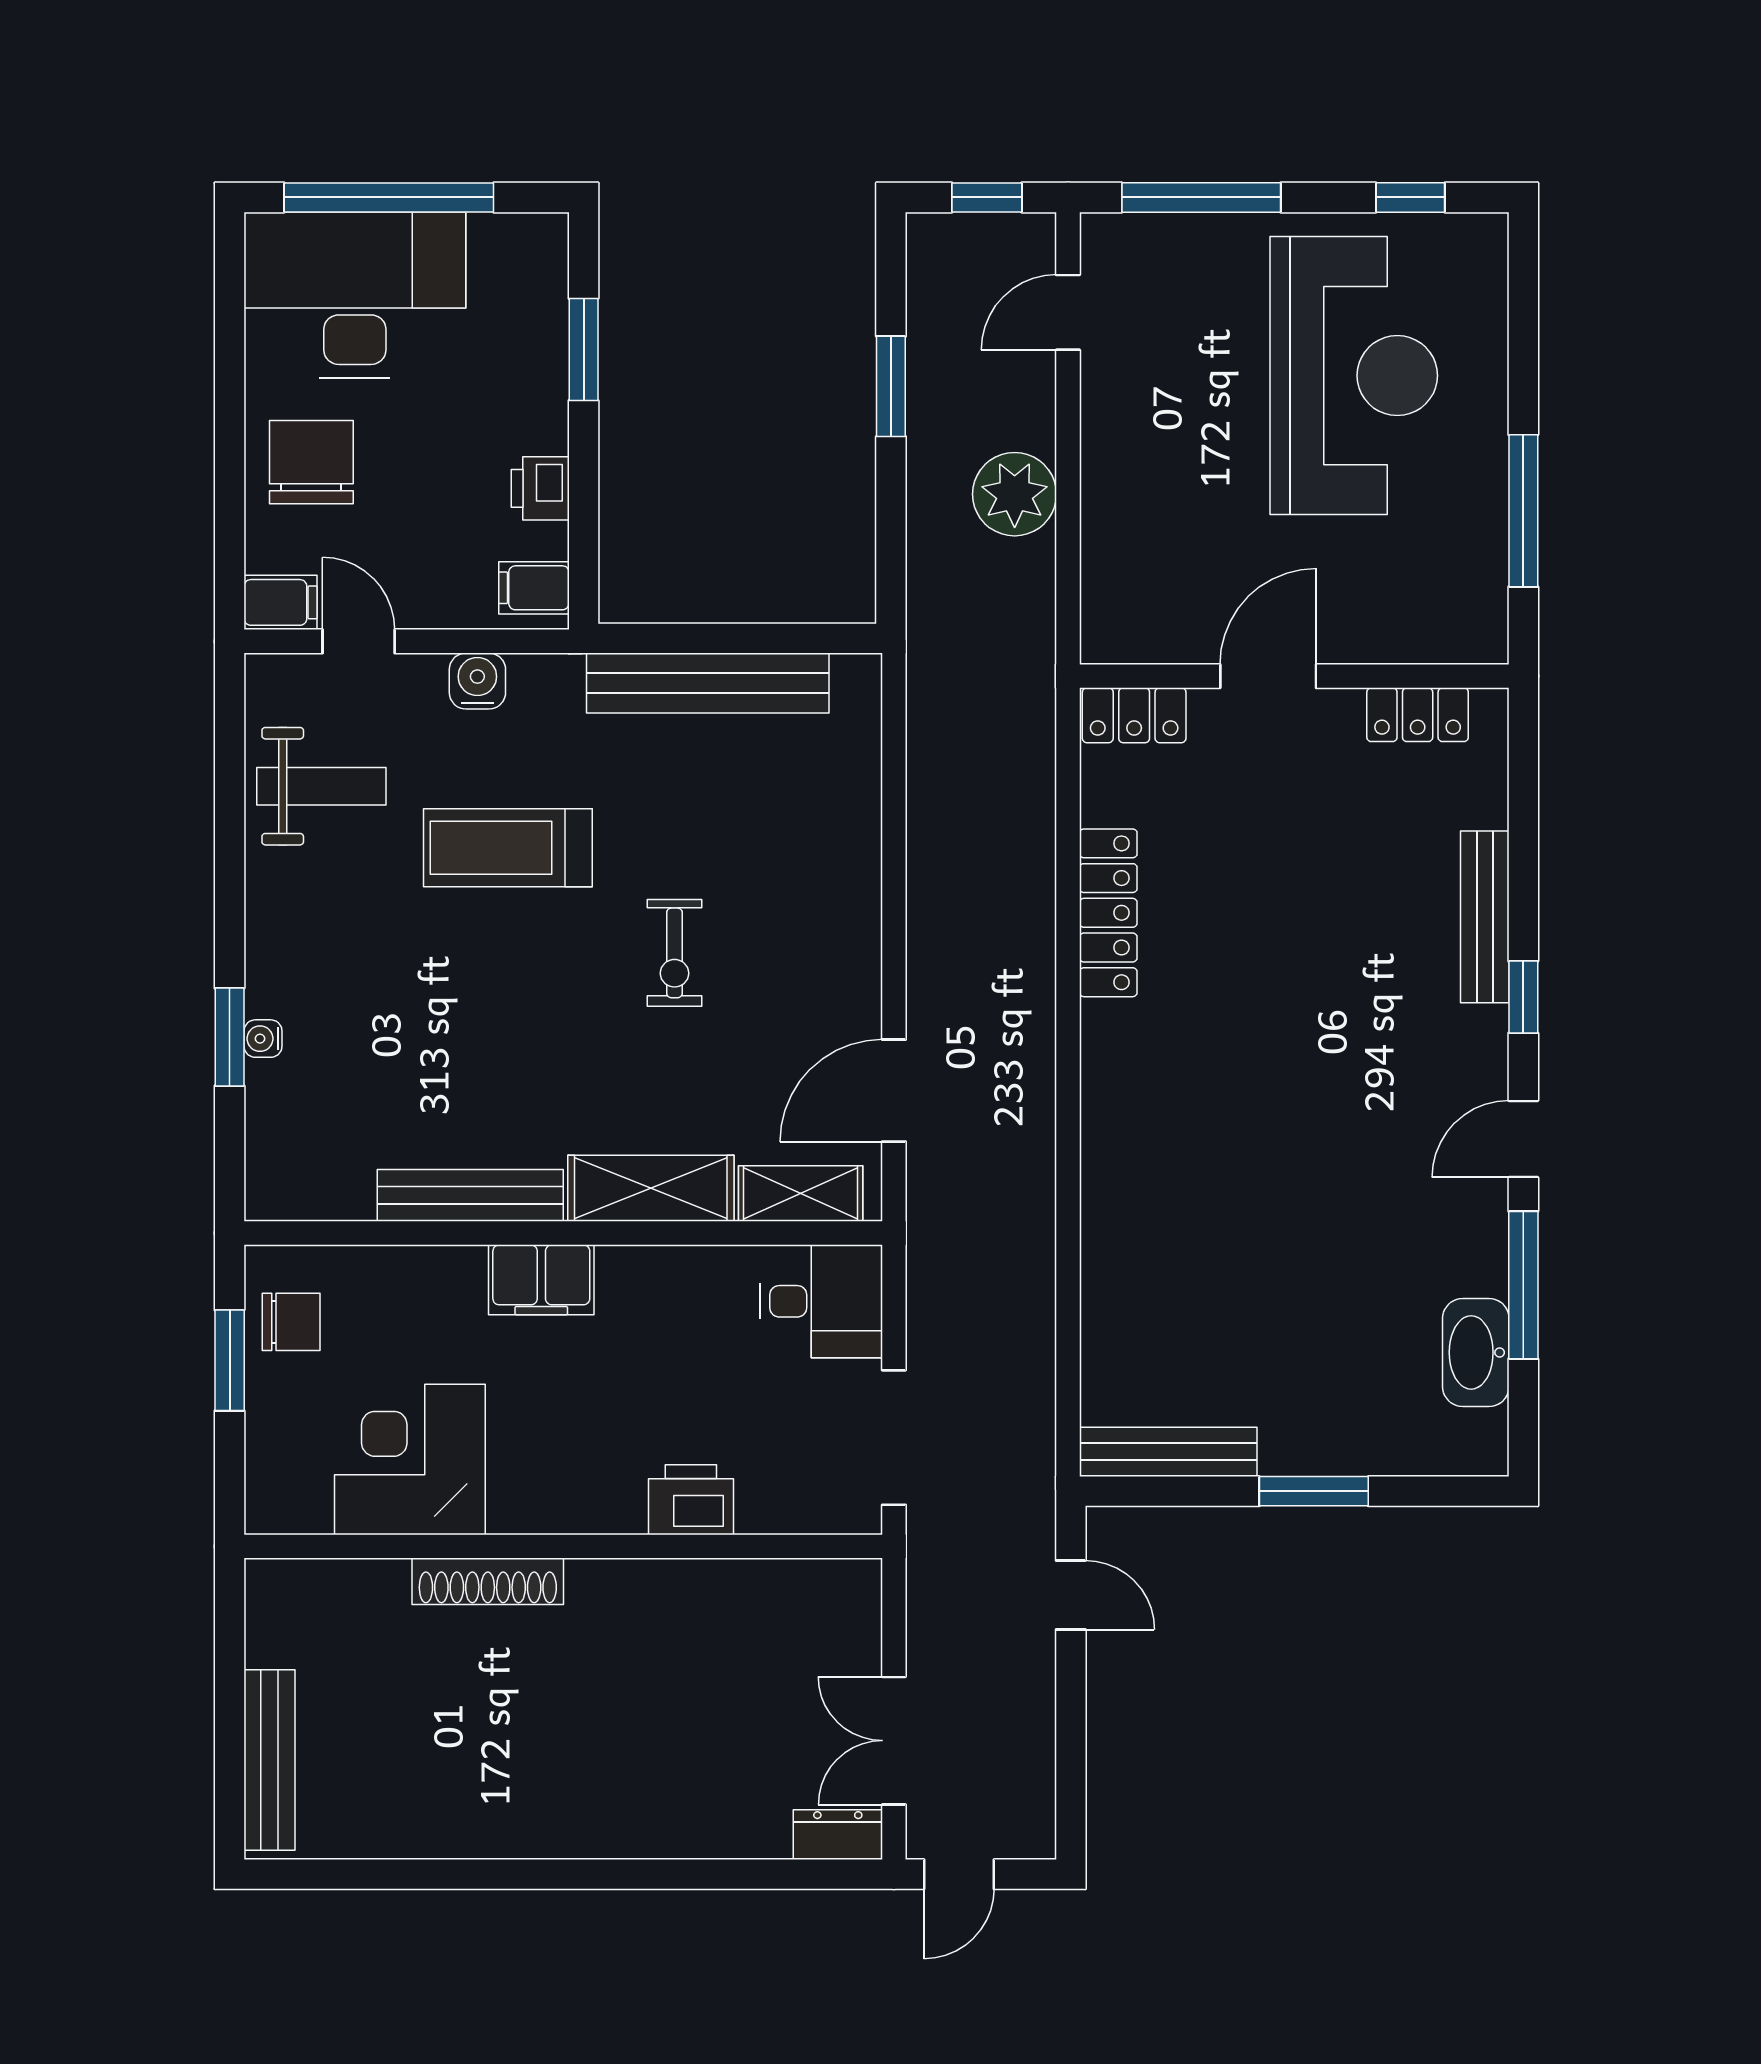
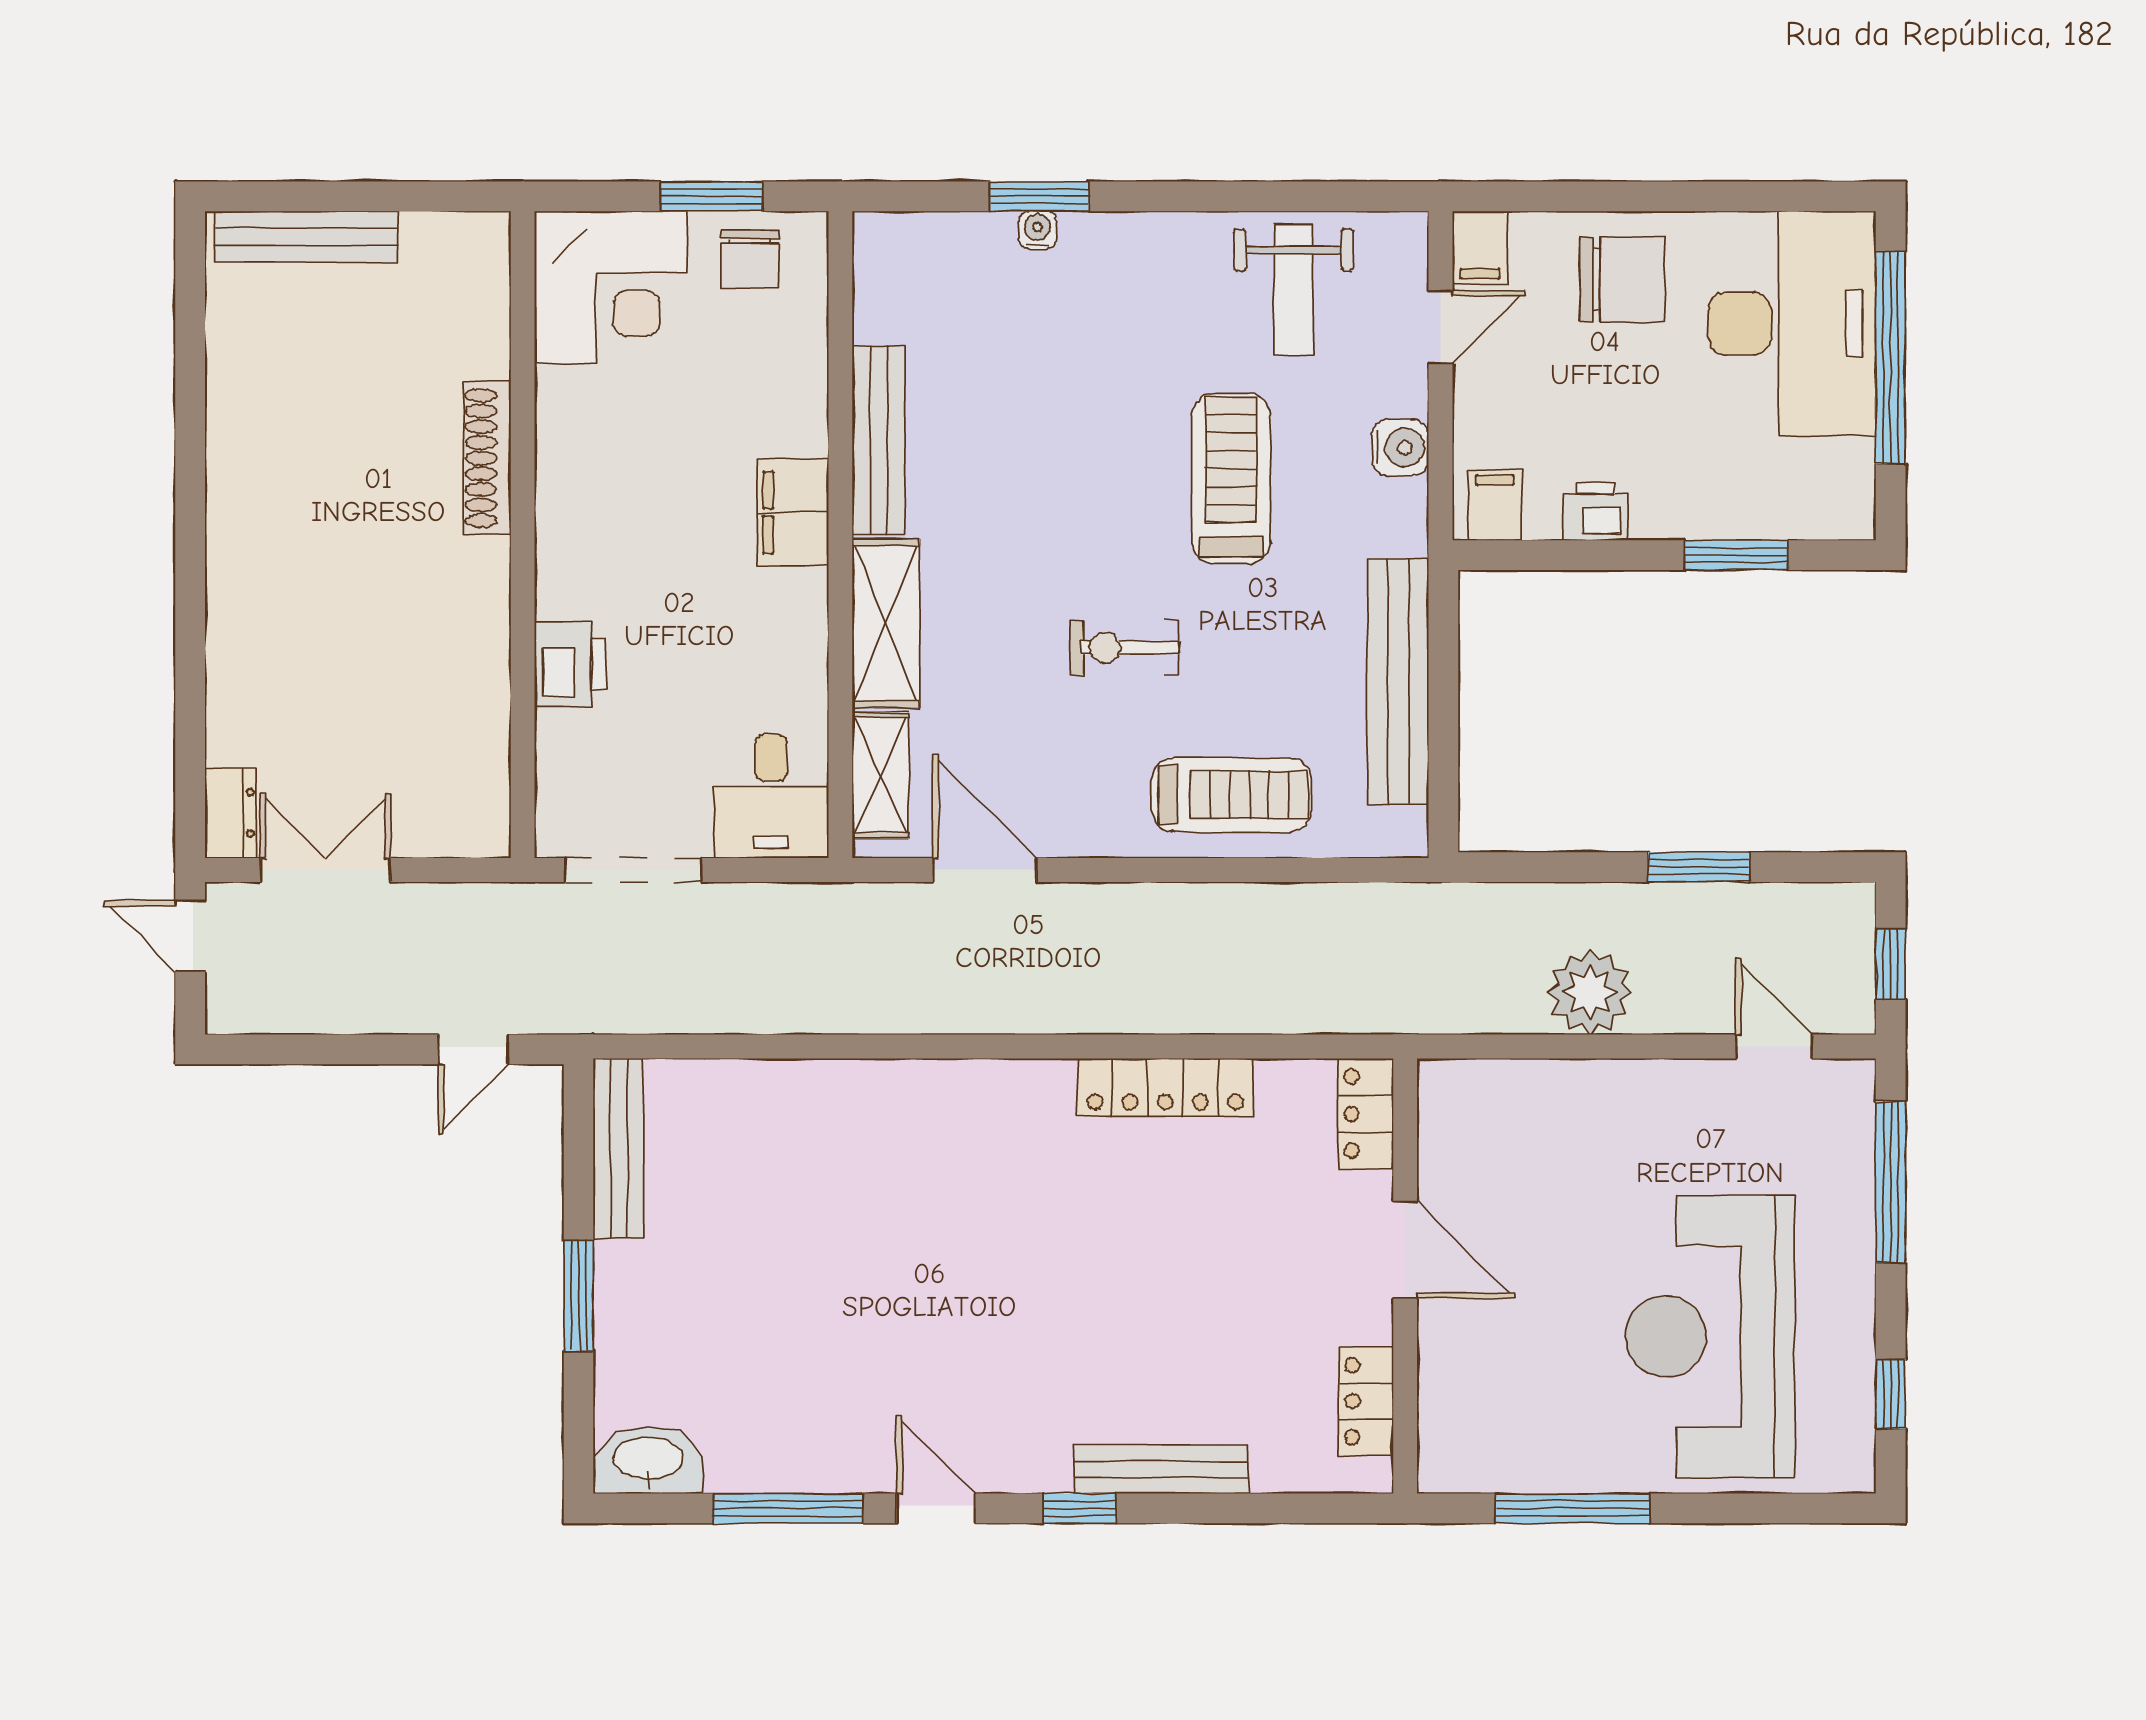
reception desk: (1354, 376) -> (1710, 1336), turned 90
treadmill: (820, 847) -> (1232, 795), added
washbasin: (1476, 1352) -> (648, 1460), moved
corner desk: (410, 1459) -> (611, 287), moved, turned 90

